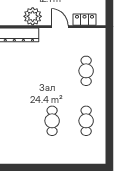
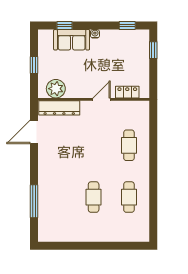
plant: (33, 16) -> (56, 89), moved
door: (60, 27) -> (102, 99), hinge flipped

